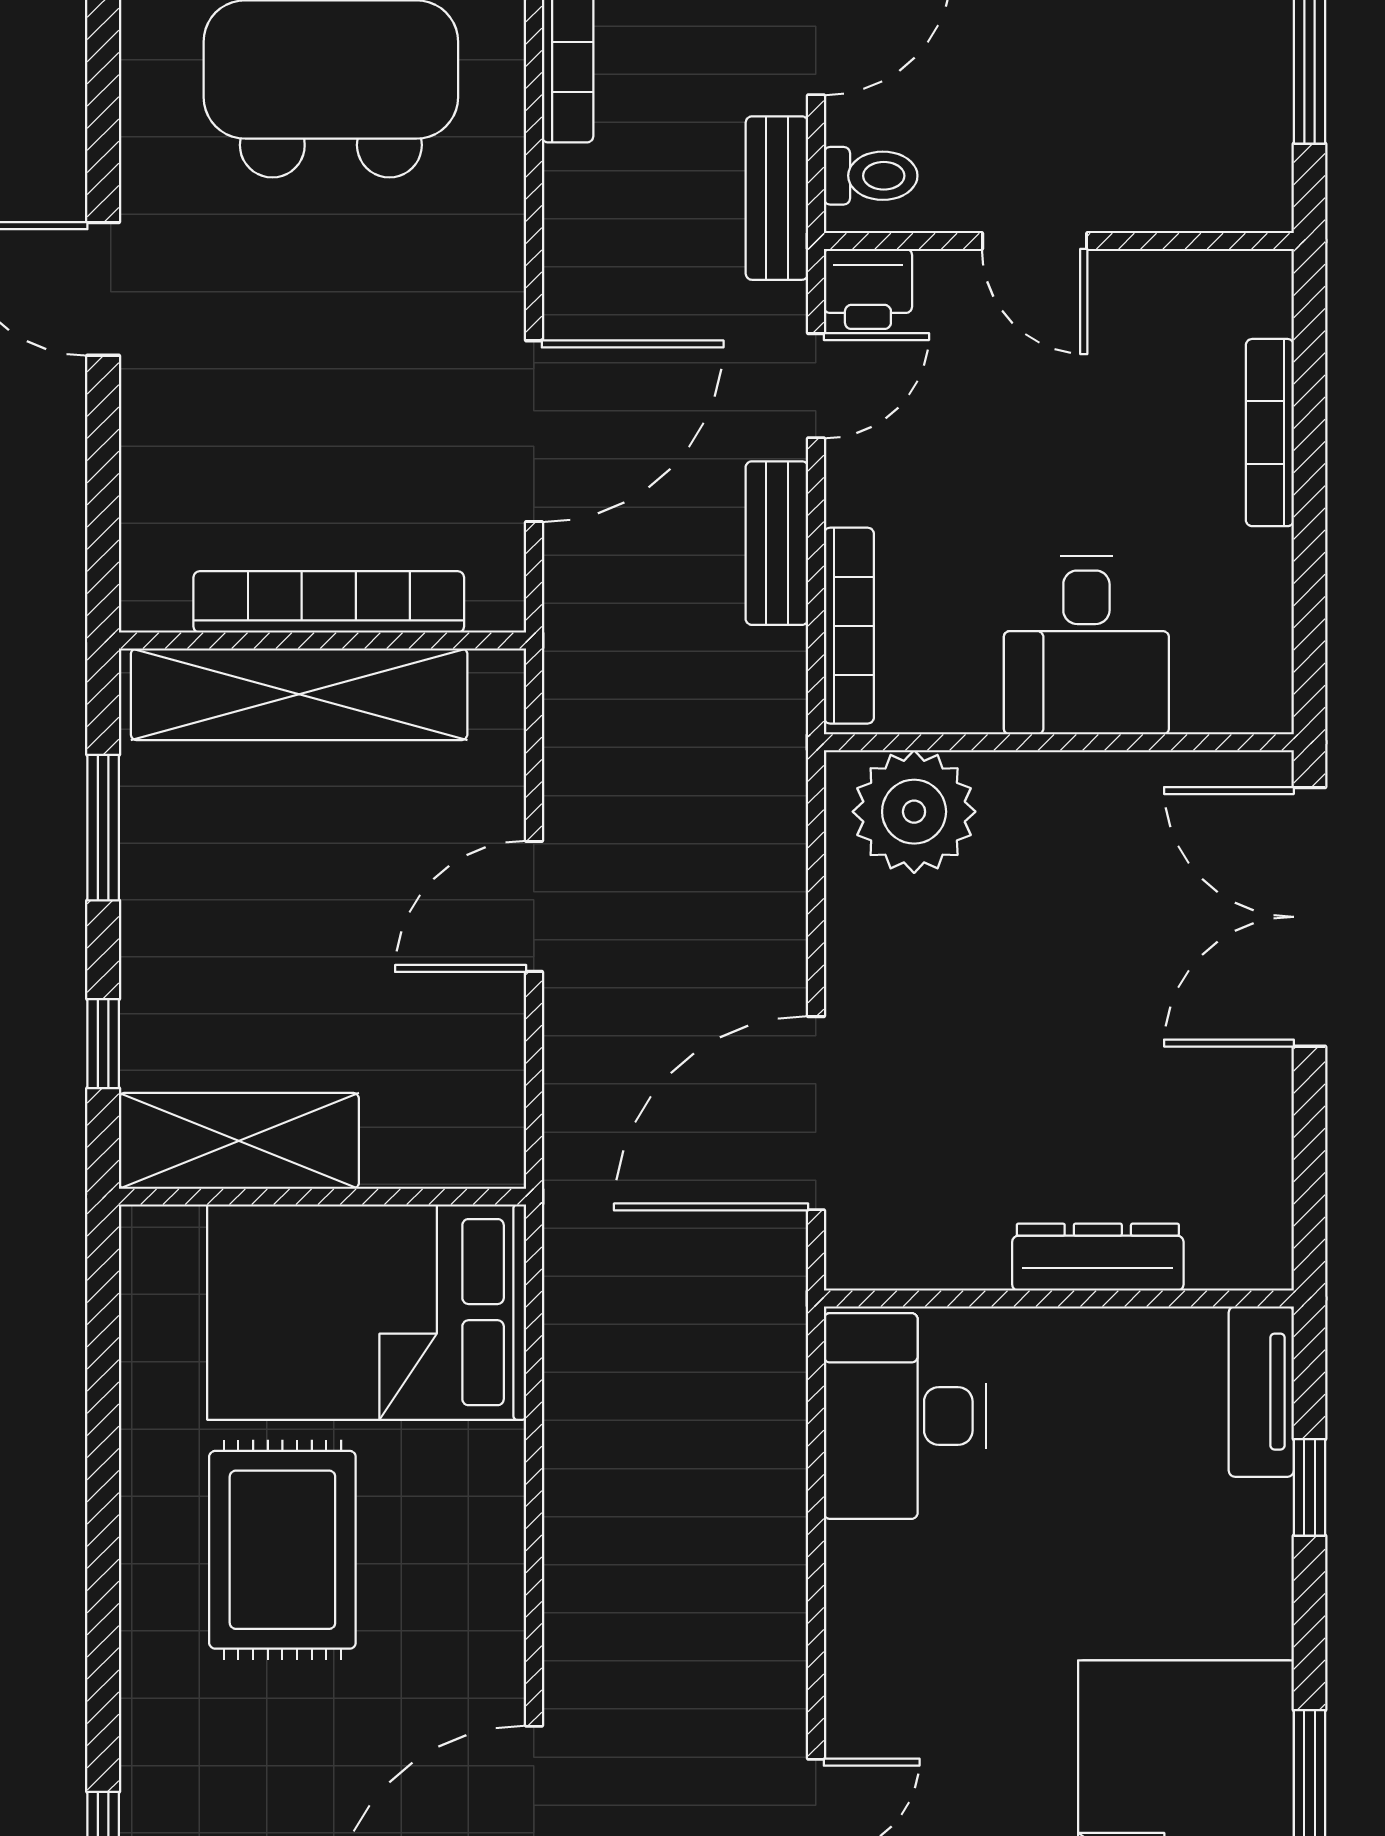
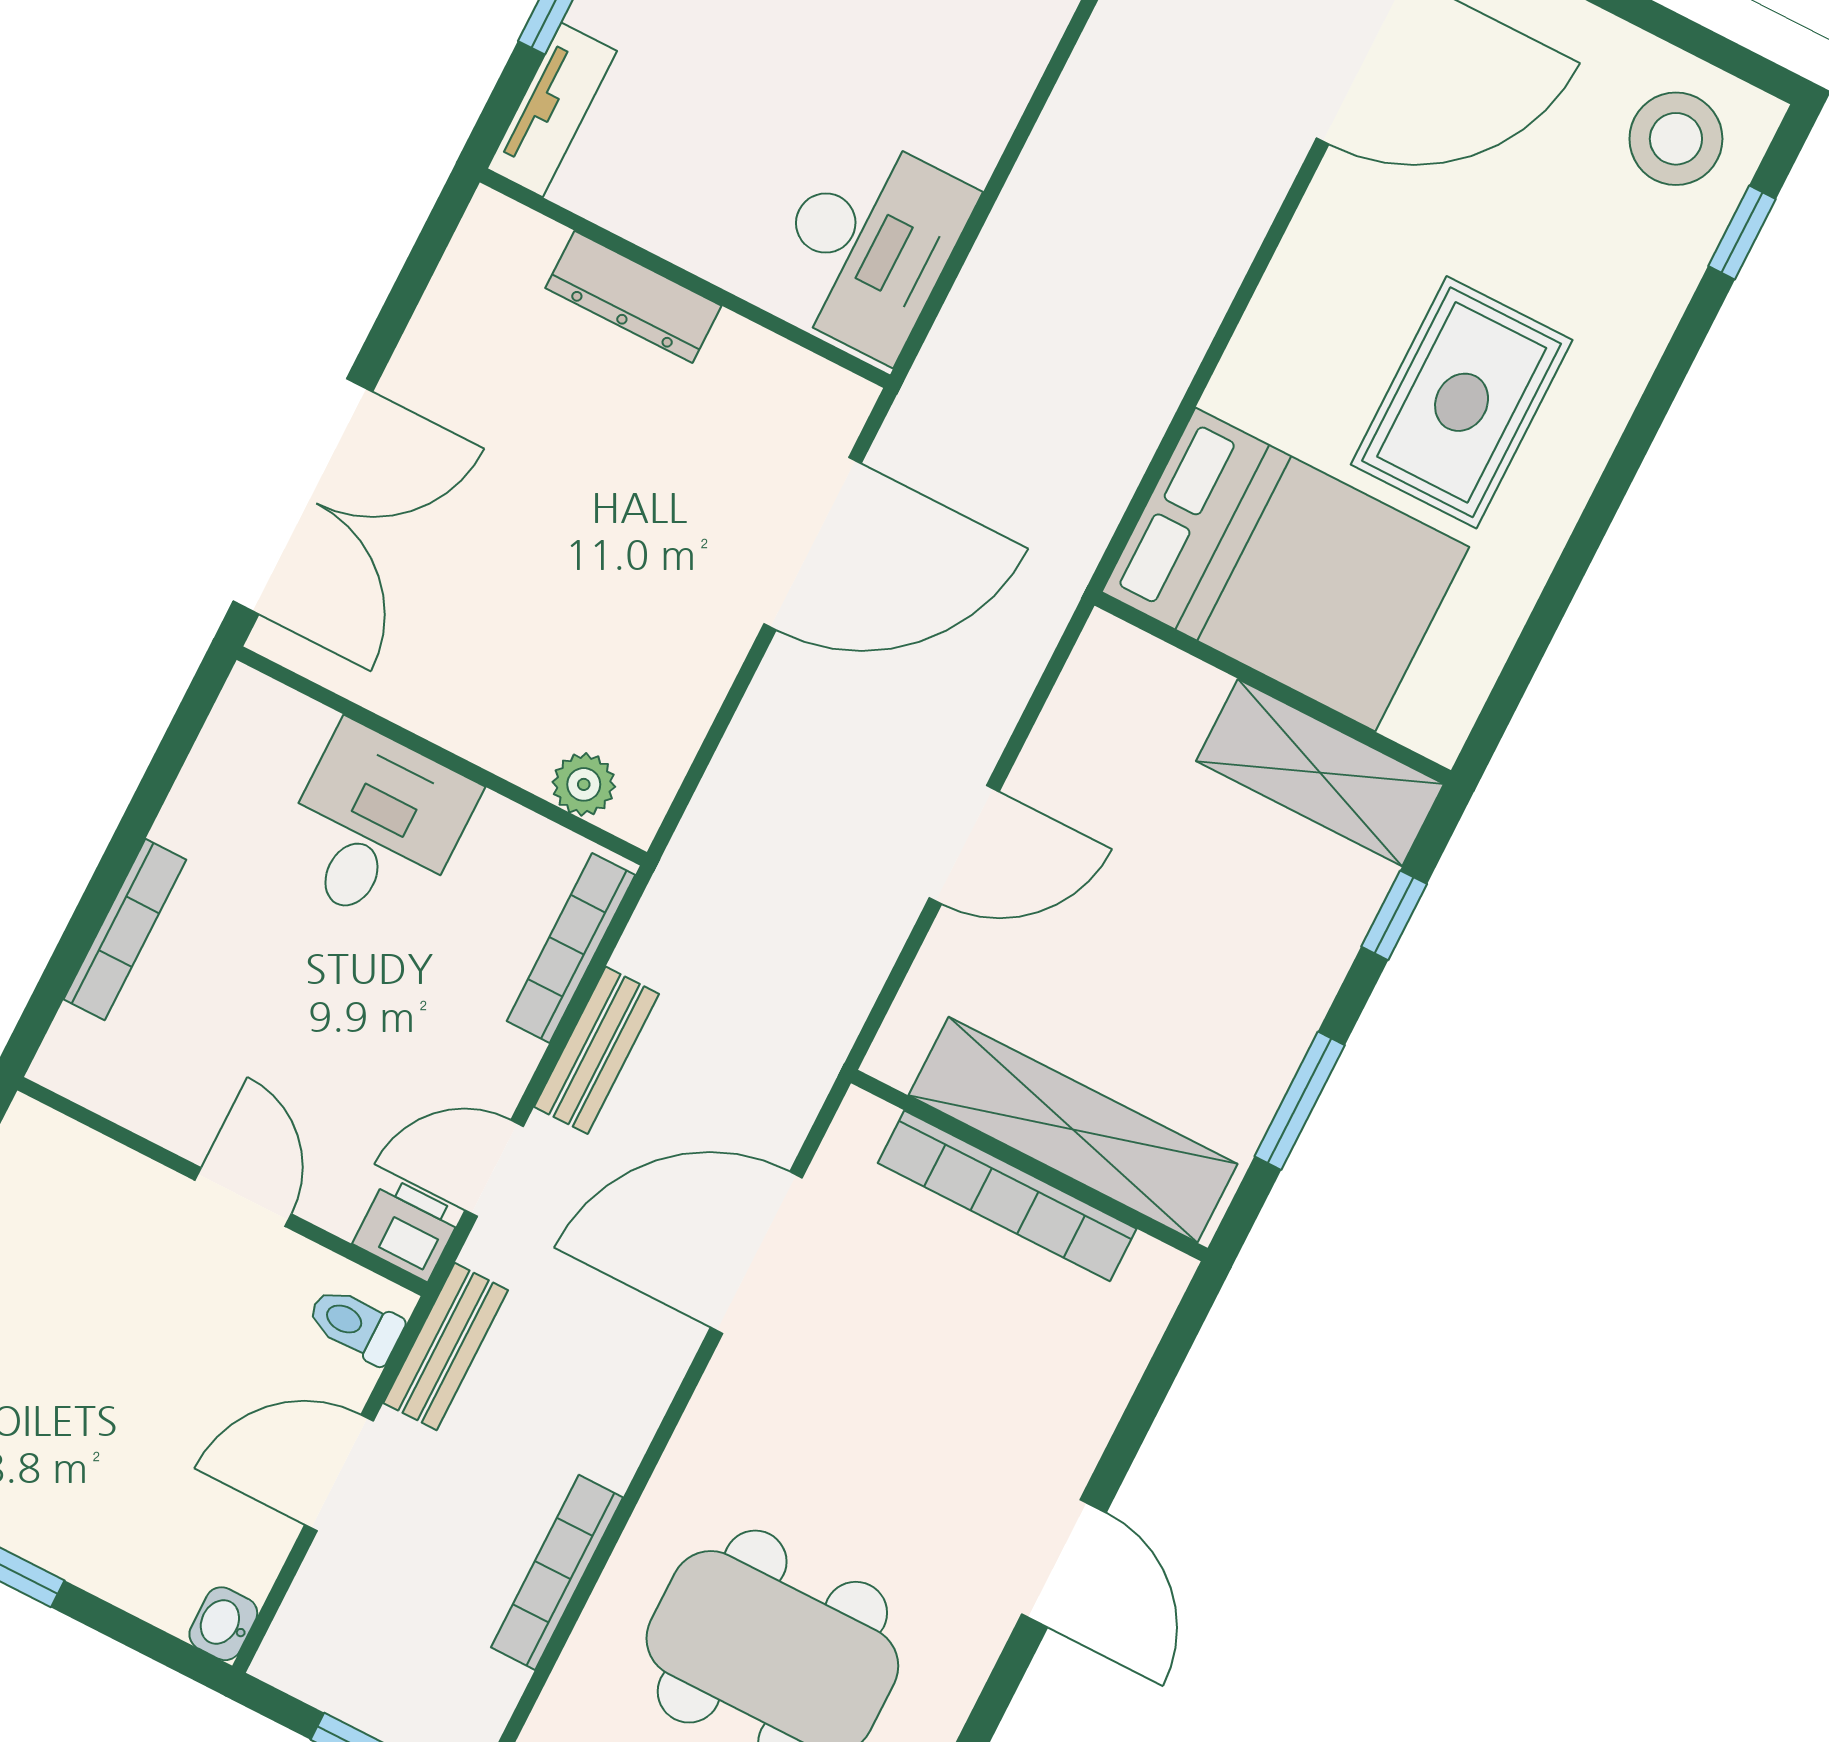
plant: (914, 812) -> (584, 784), width x0.53, depth x0.53

